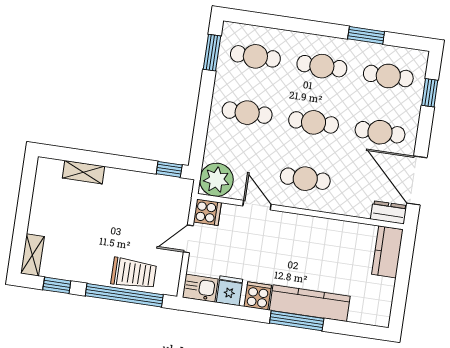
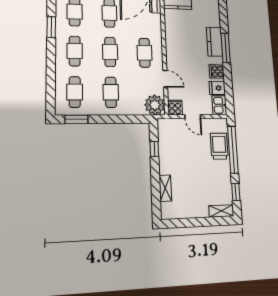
window: (169, 169) -> (154, 149), moved
door: (257, 205) -> (165, 79), swing flipped
kitchen counter: (310, 303) -> (215, 42), width x0.67

